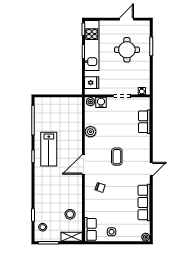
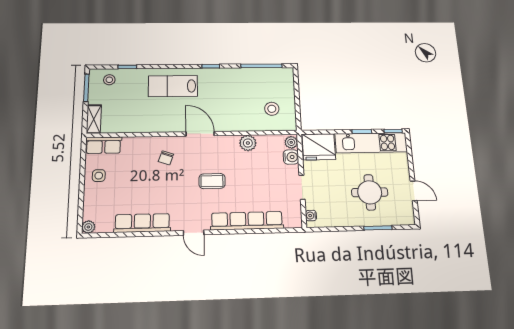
fridge: (92, 83) -> (319, 147), width x1.88, depth x1.34
row of seats: (144, 122) -> (247, 221), width x2.02
lab bench: (49, 149) -> (173, 86), moved
stool: (70, 214) -> (272, 109), moved

